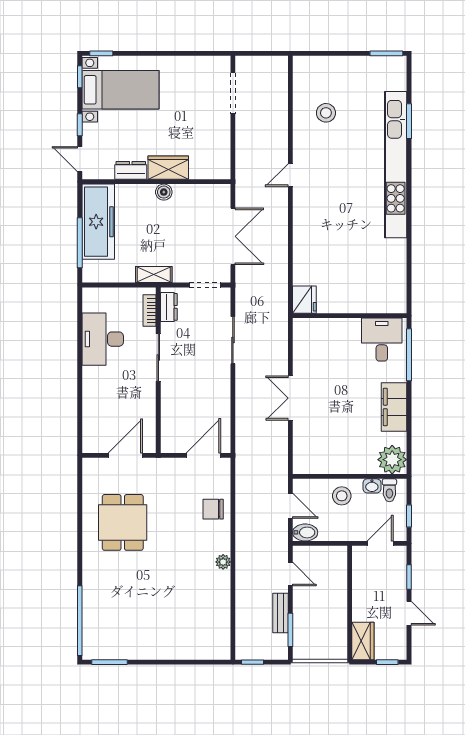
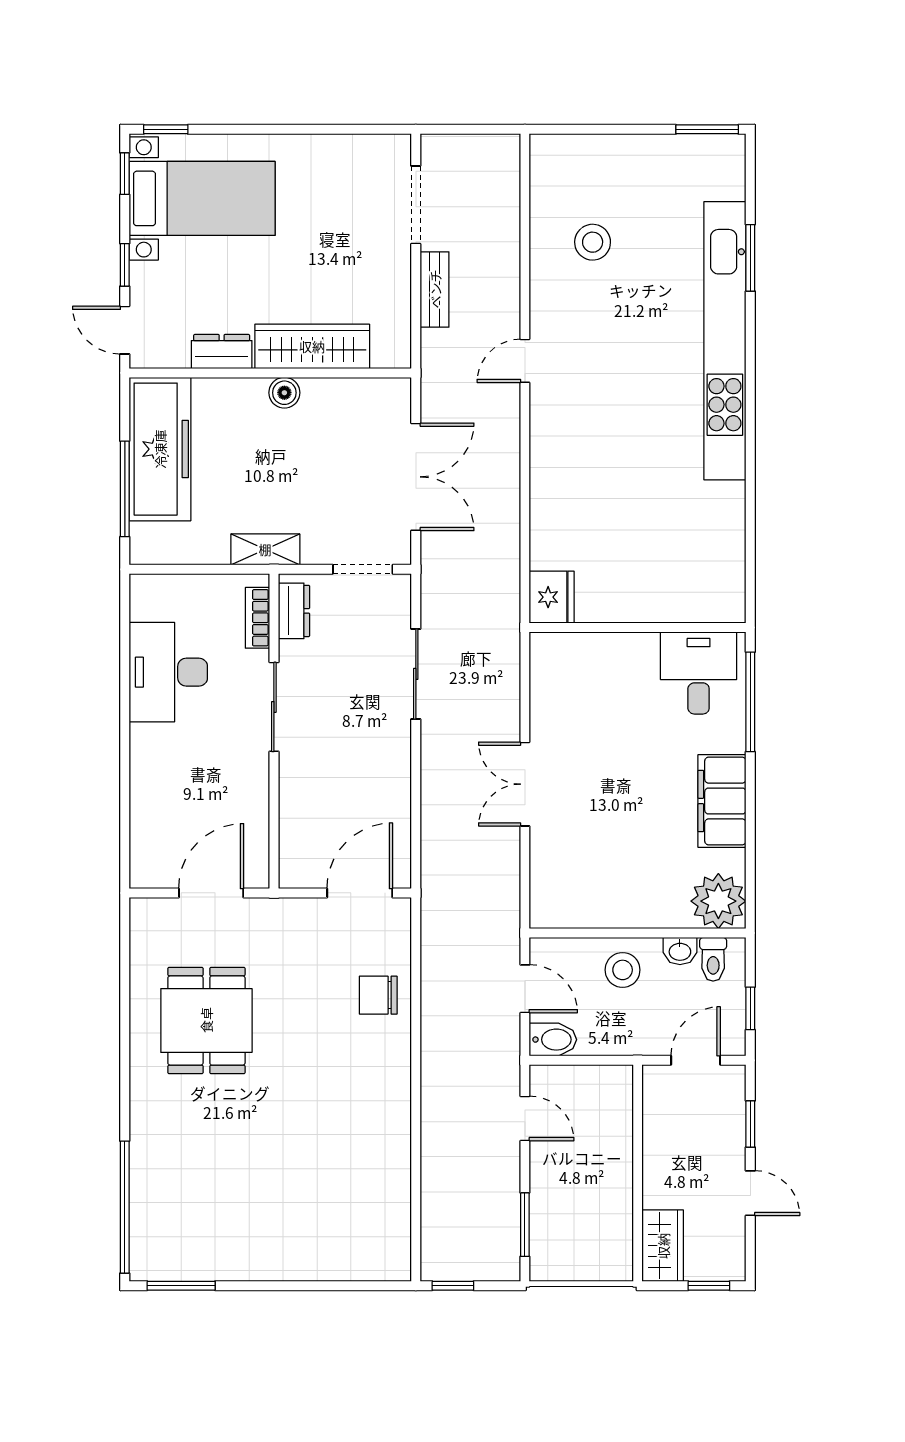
wardrobe: (168, 168) -> (312, 346), width x1.50
plant: (223, 562) -> (397, 1095), removed
bench: (280, 613) -> (435, 289), moved

